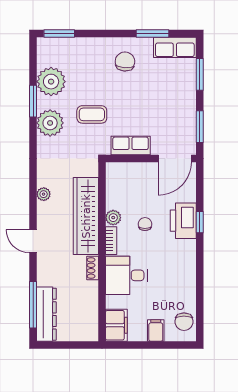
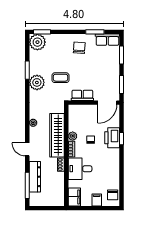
plant: (51, 82) -> (37, 42), moved
dresser: (46, 314) -> (35, 177), moved

